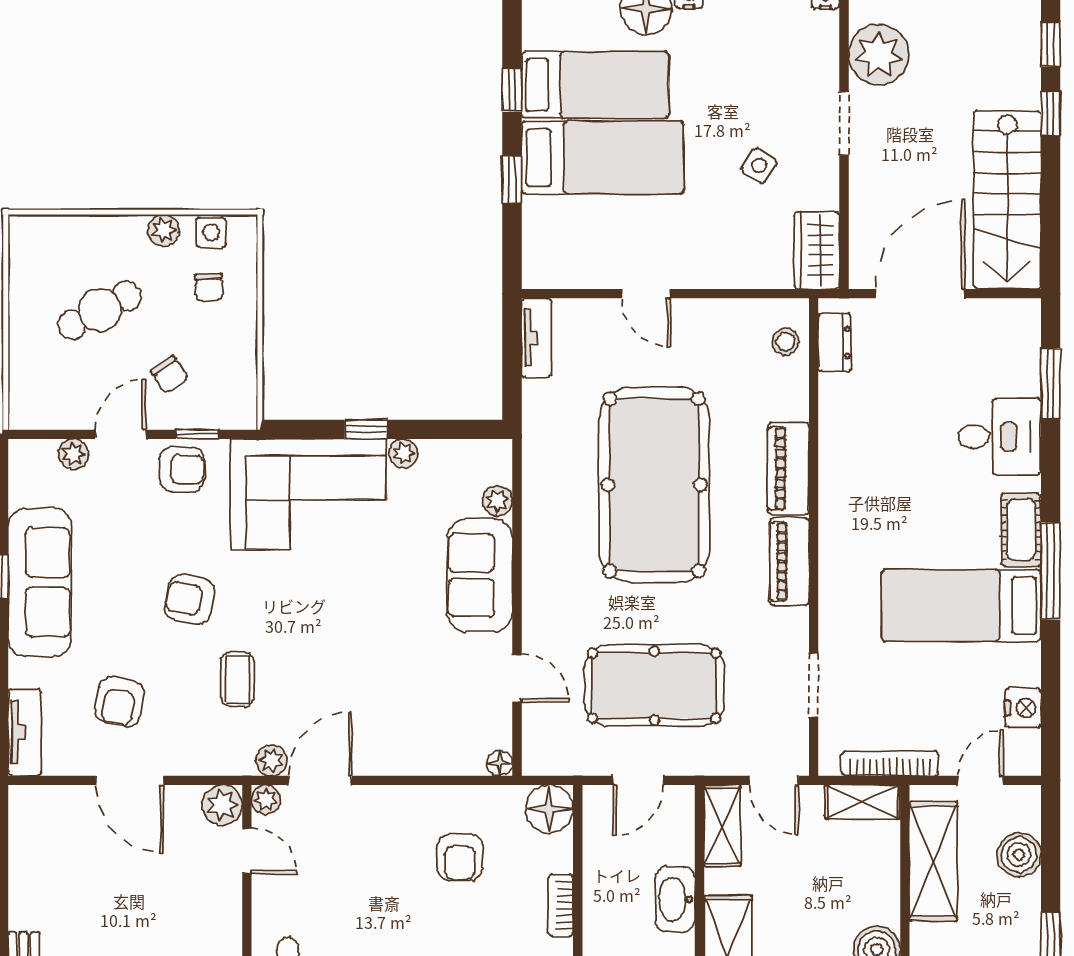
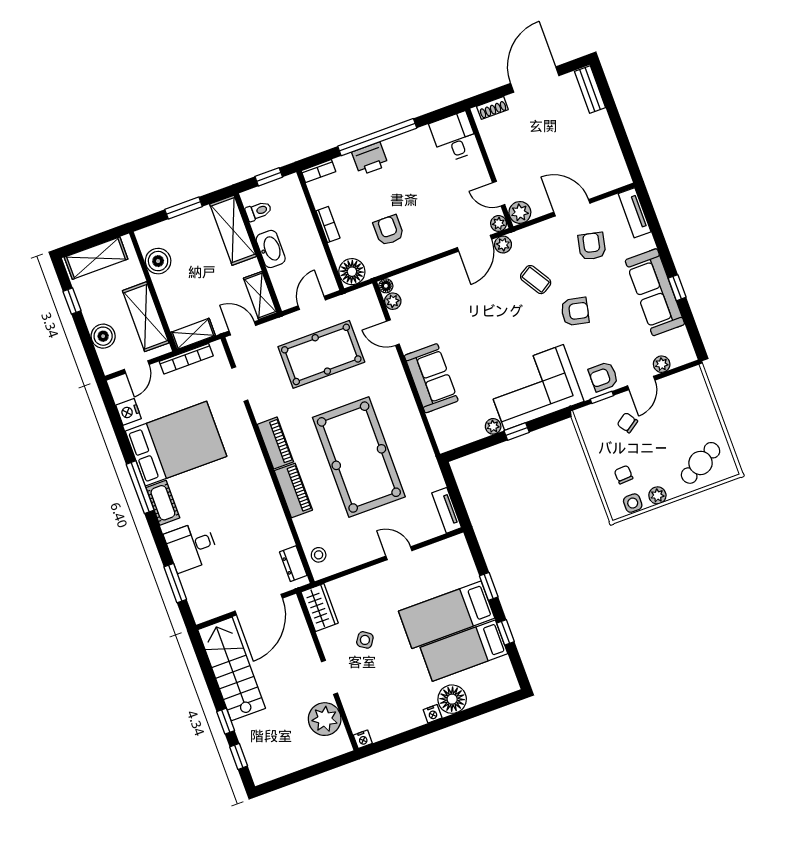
cafe table: (100, 310) -> (701, 463), moved
plant: (497, 501) -> (393, 301), moved
bed: (961, 605) -> (176, 444), width x1.50
coffee table: (237, 679) -> (536, 280), turned -32

